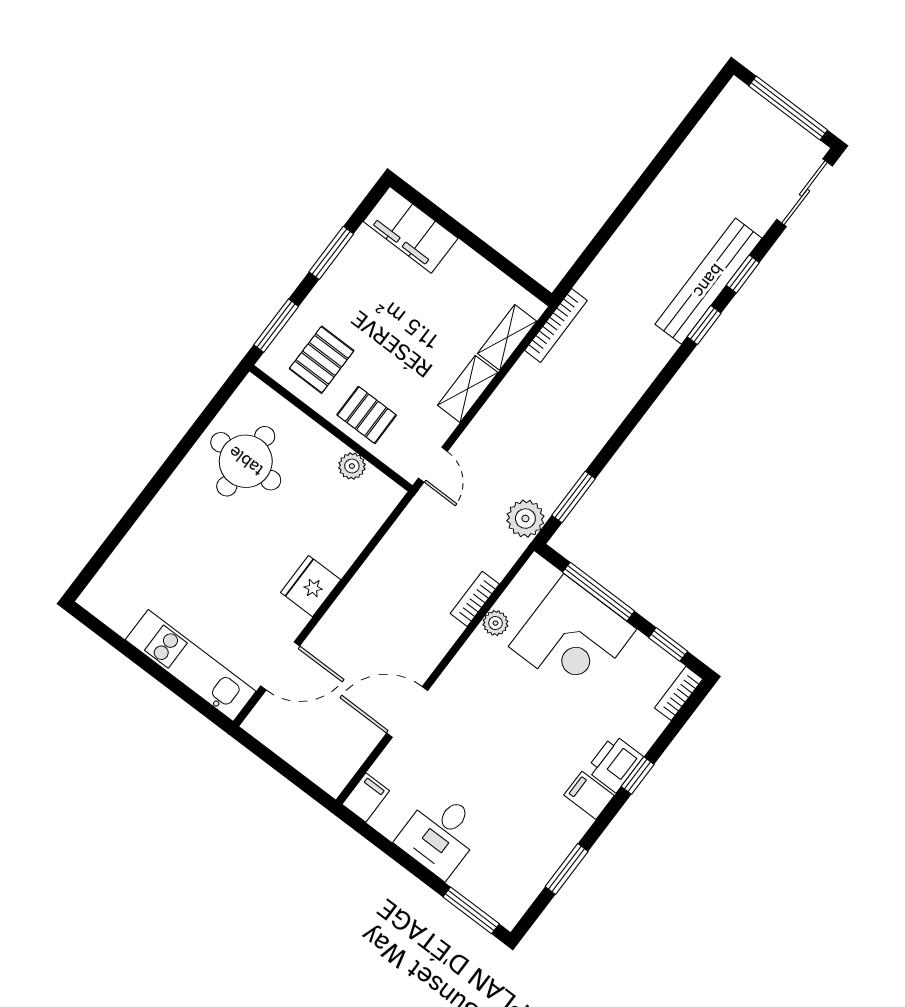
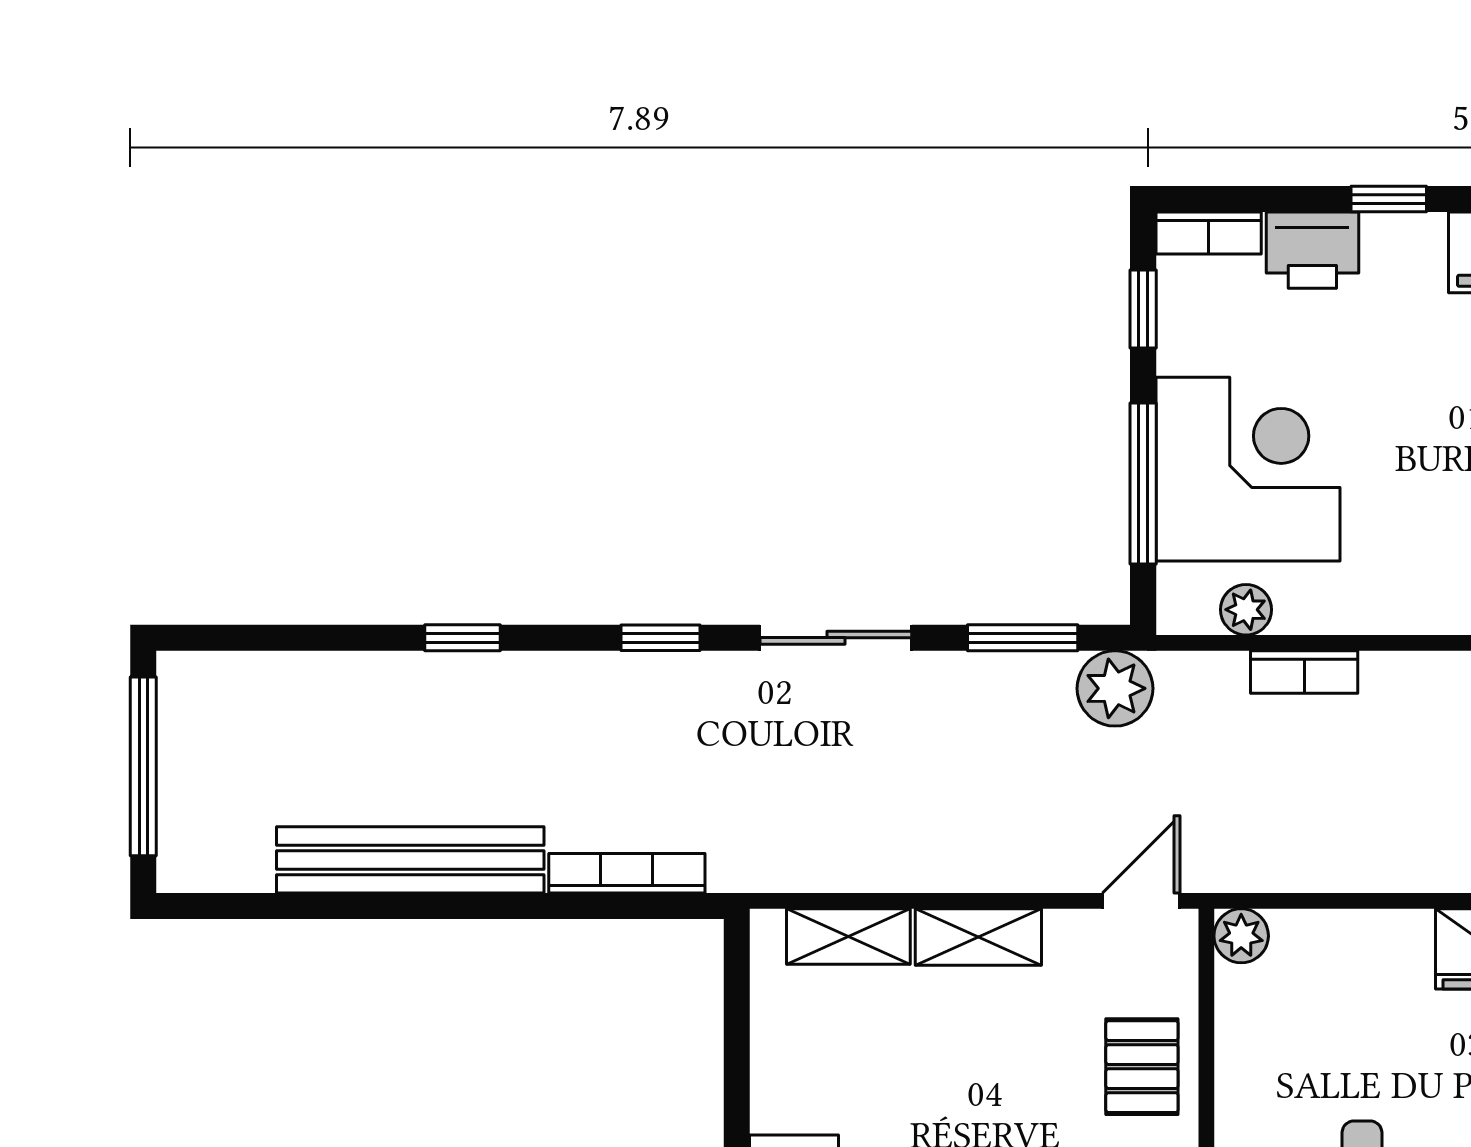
sliding door: (805, 193) -> (836, 638), moved
bench: (708, 281) -> (410, 860), moved
bookcase: (556, 325) -> (627, 873), moved
window: (704, 325) -> (660, 638), moved
plant: (352, 466) -> (1241, 936), moved
plant: (496, 623) -> (1246, 610), moved
printer: (615, 763) -> (1312, 250), moved

